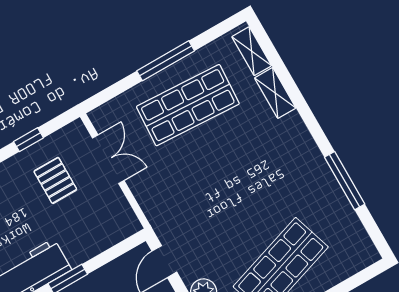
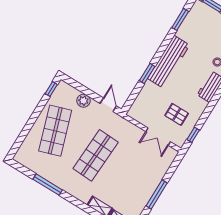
shop shelf: (188, 105) -> (96, 155), moved
window: (28, 140) -> (193, 135), moved

